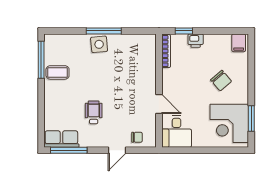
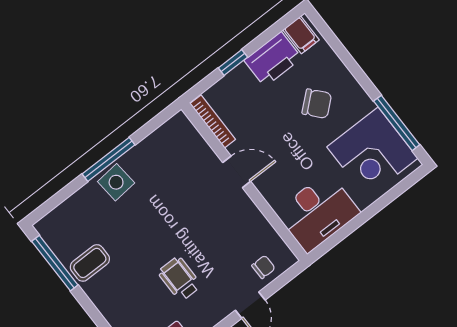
window: (184, 31) -> (233, 63), moved
printer: (196, 41) -> (273, 59), moved, width x1.87, depth x1.48
door: (159, 104) -> (237, 172), moved
window: (251, 119) -> (397, 123), width x1.44
desk: (177, 131) -> (318, 212), width x1.37

